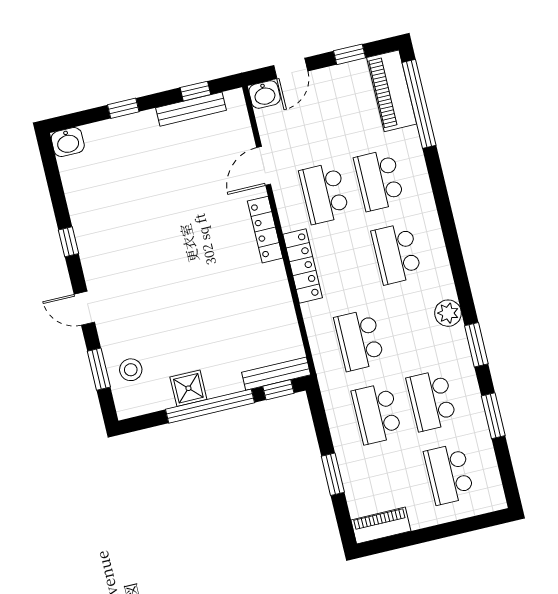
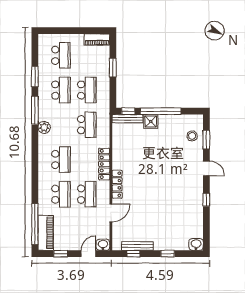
window: (476, 345) -> (35, 110), width x1.44
shower: (188, 388) -> (151, 121), moved

